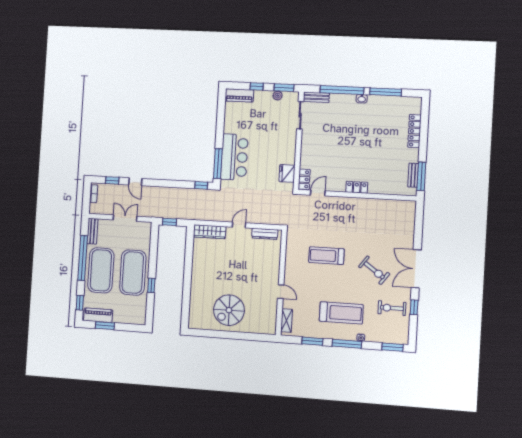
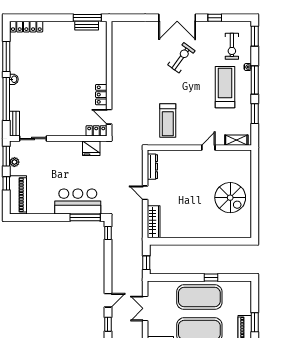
piano: (239, 95) -> (18, 195), width x1.37, depth x1.33
locker: (414, 131) -> (26, 27), moved
locker: (357, 187) -> (101, 95), moved
treadmill: (326, 256) -> (168, 120), moved
exercise bike: (392, 308) -> (232, 46), moved

